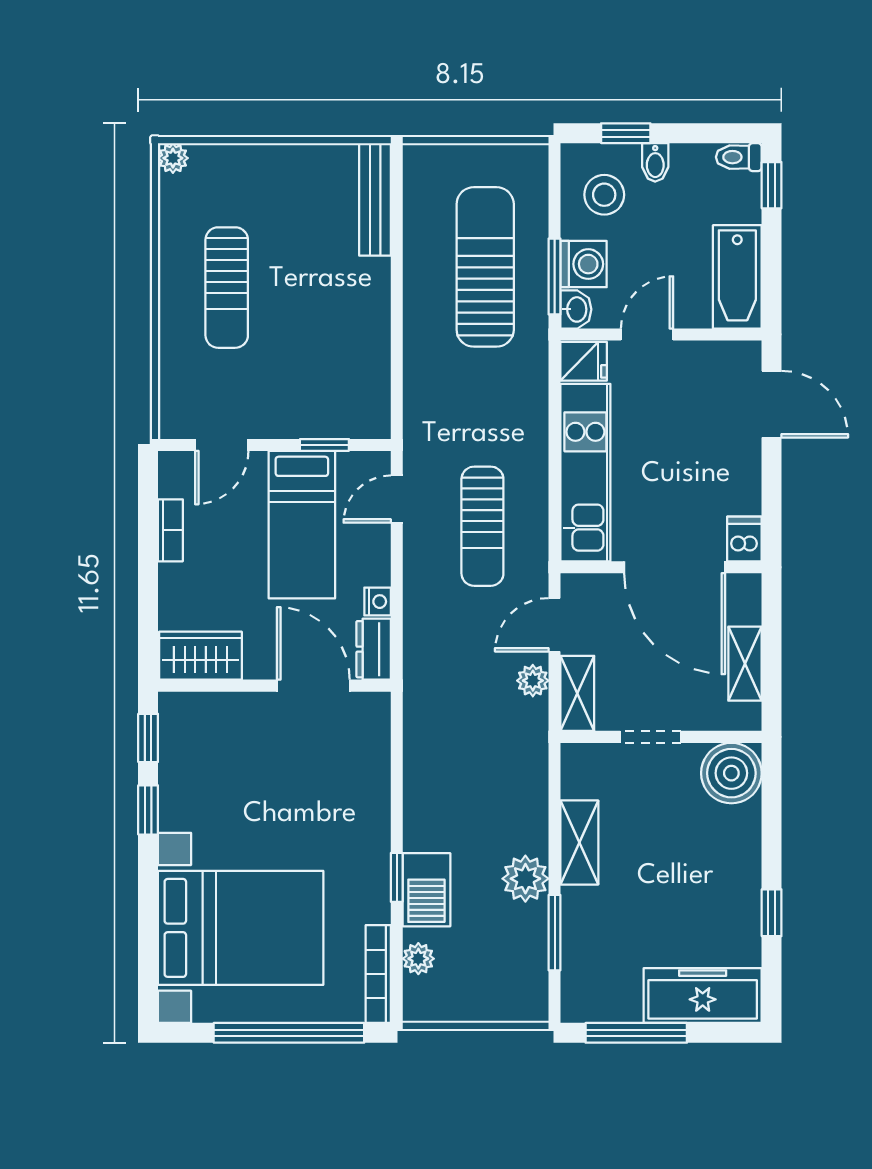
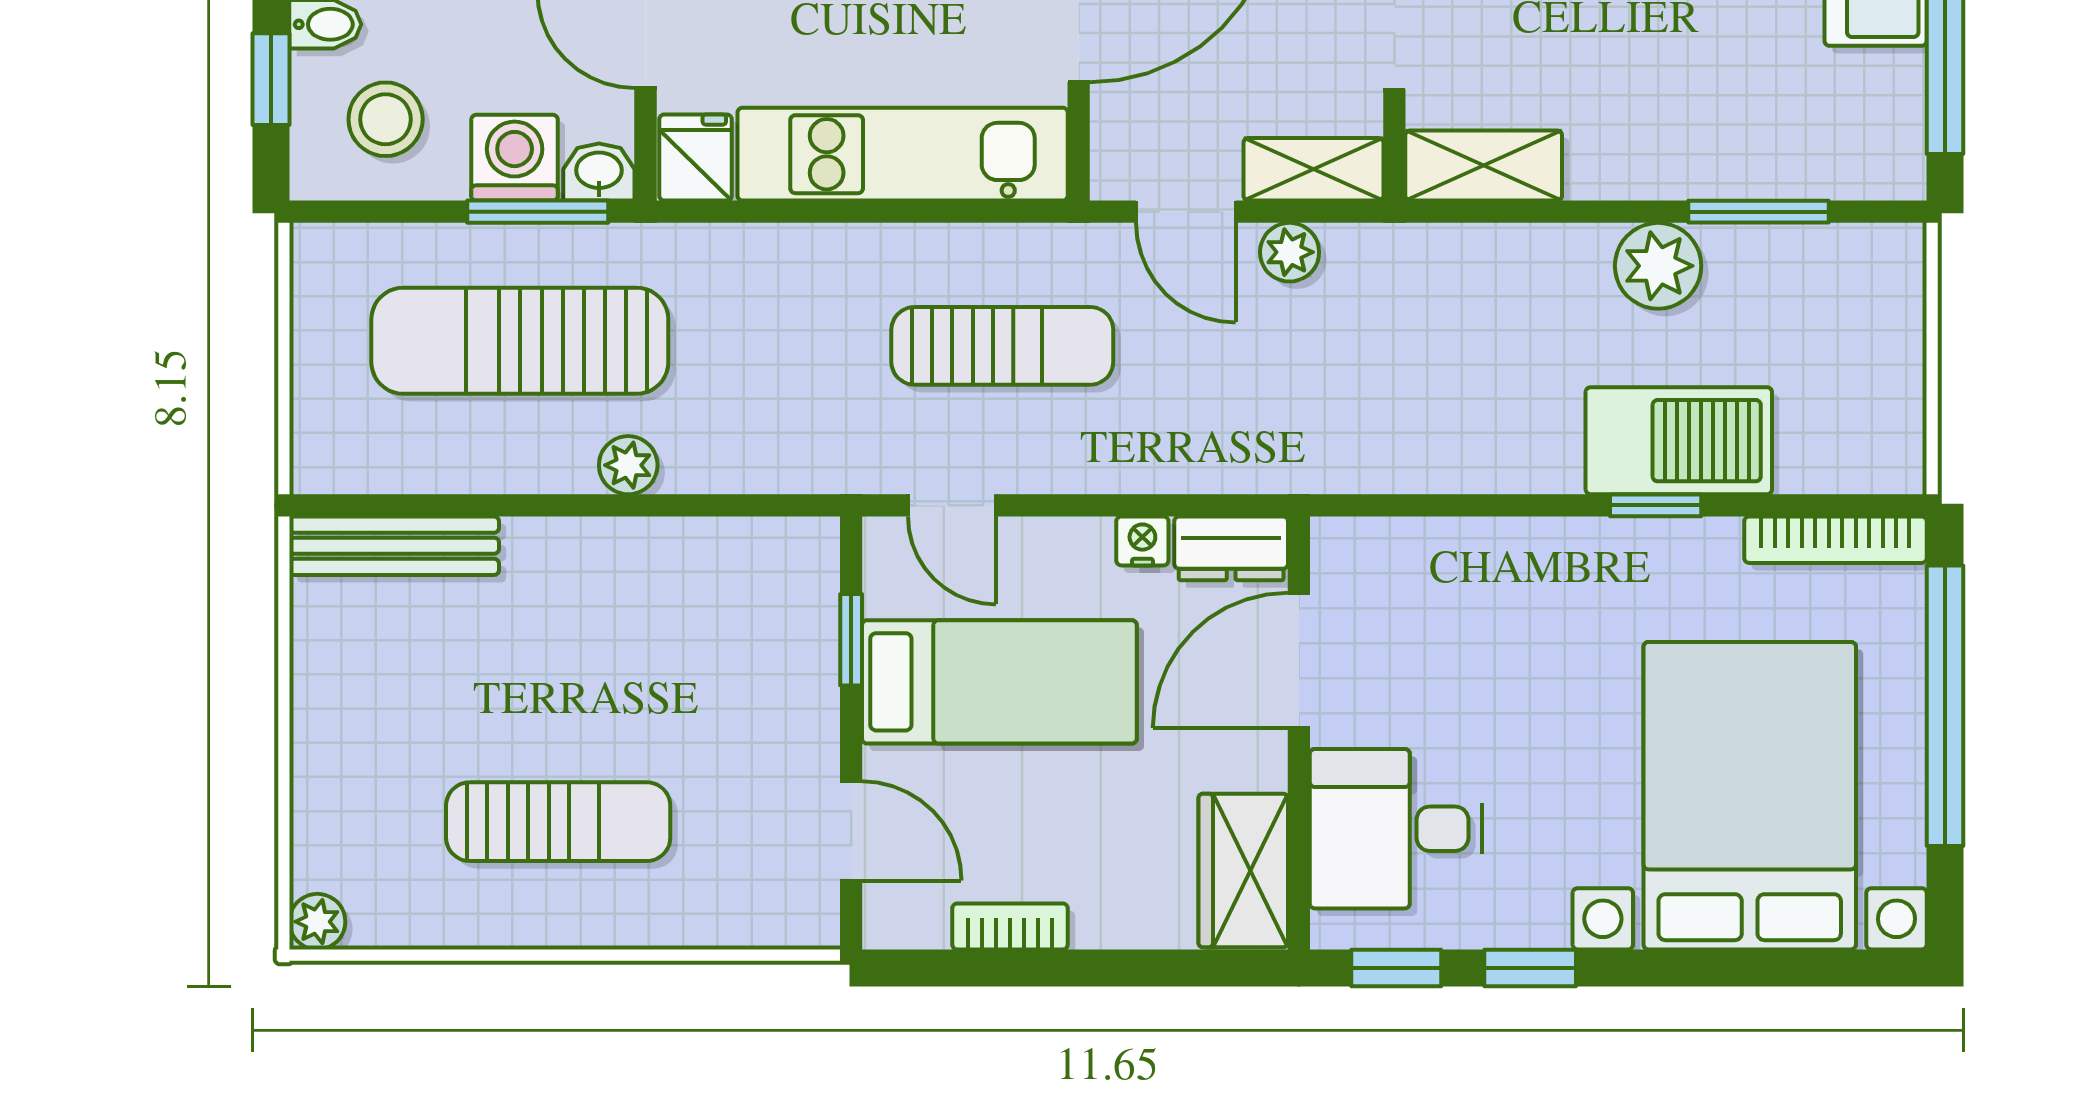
desk: (223, 738) -> (1396, 829), added
shelving: (579, 842) -> (1484, 166), moved
barbecue: (426, 890) -> (1679, 441), width x1.37, depth x1.21
plant: (418, 959) -> (628, 465), moved

